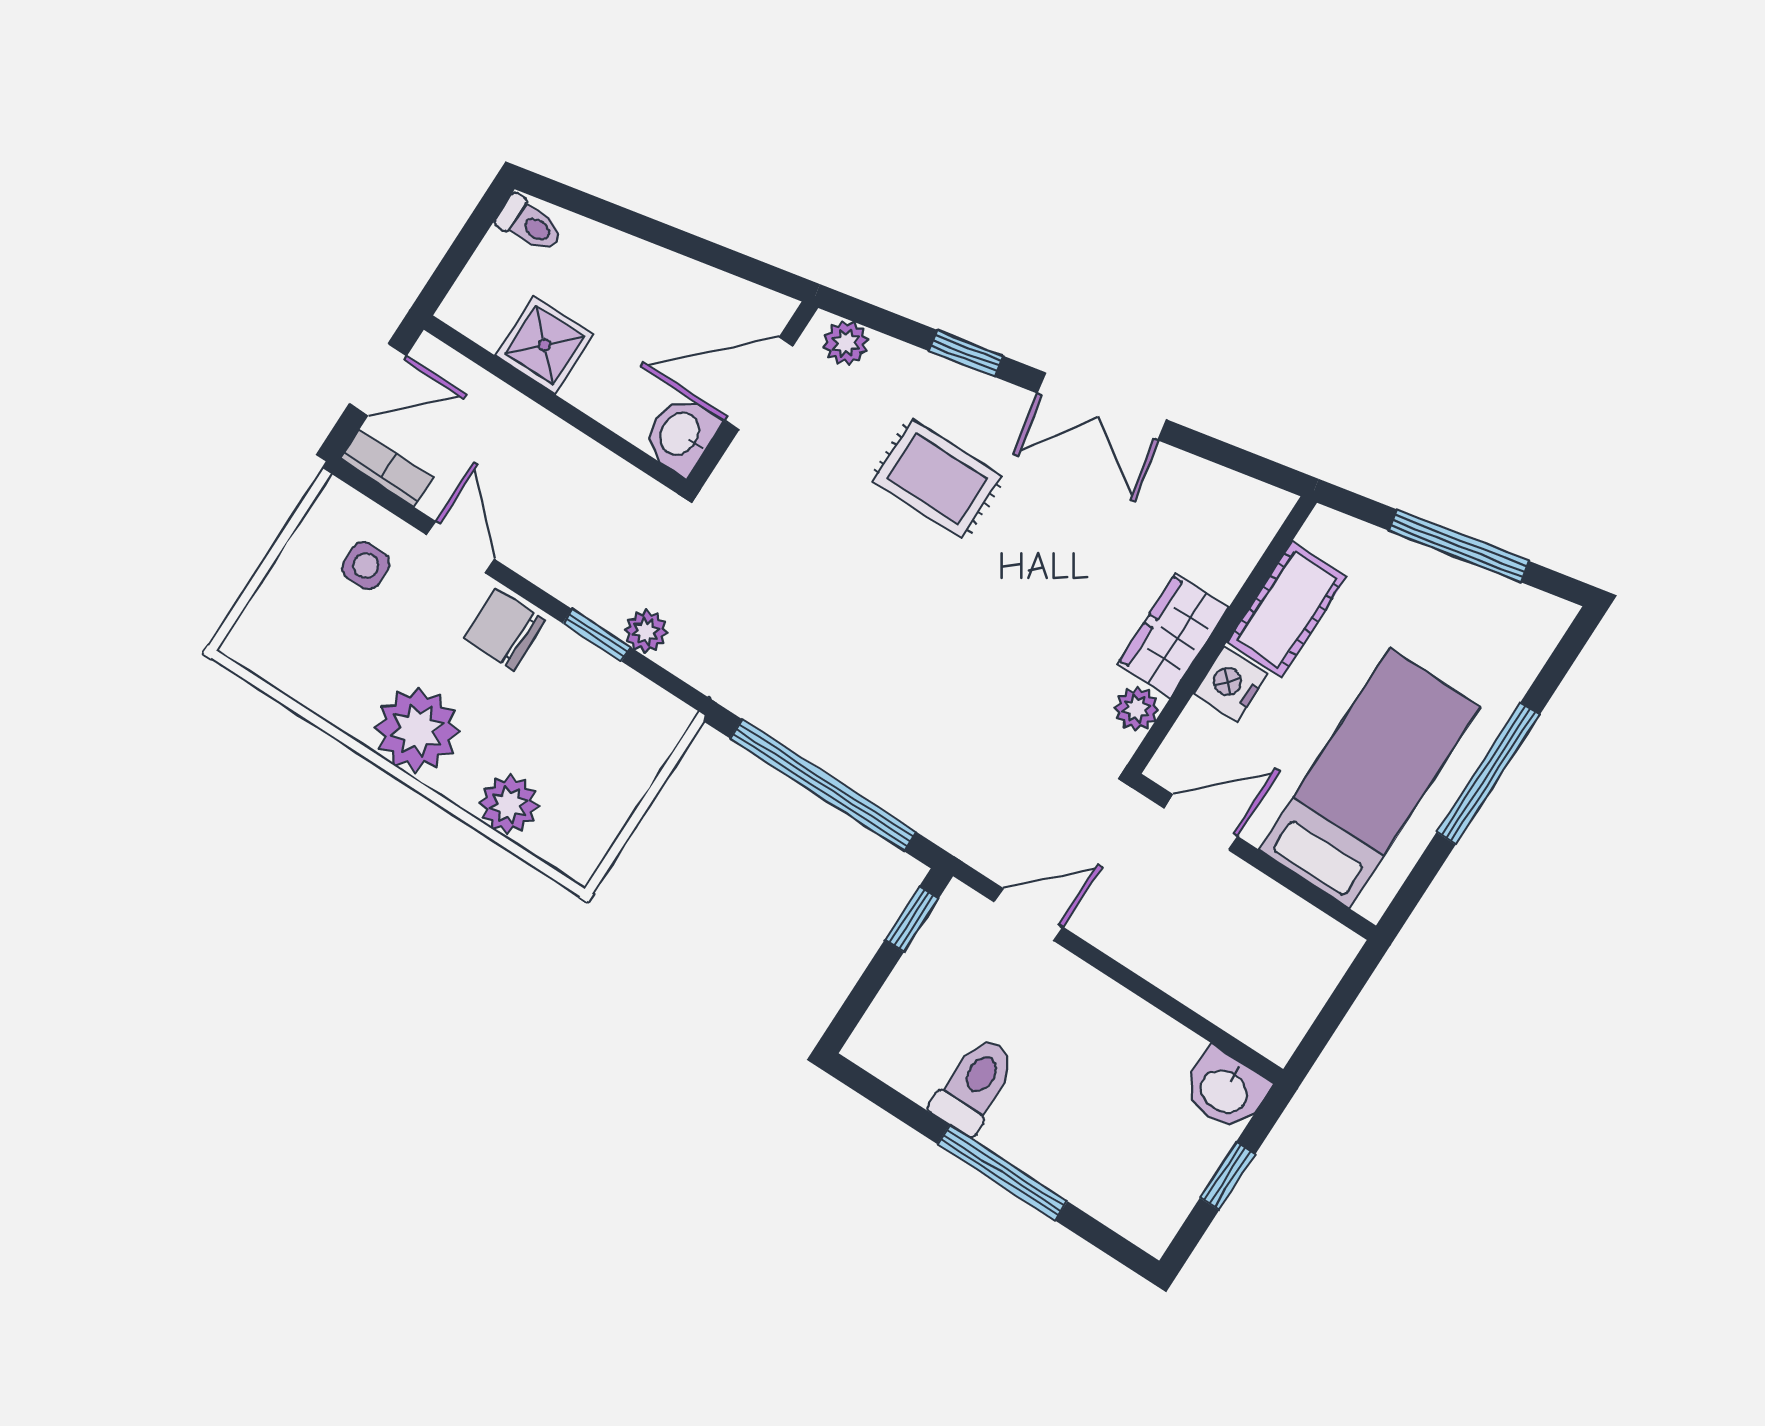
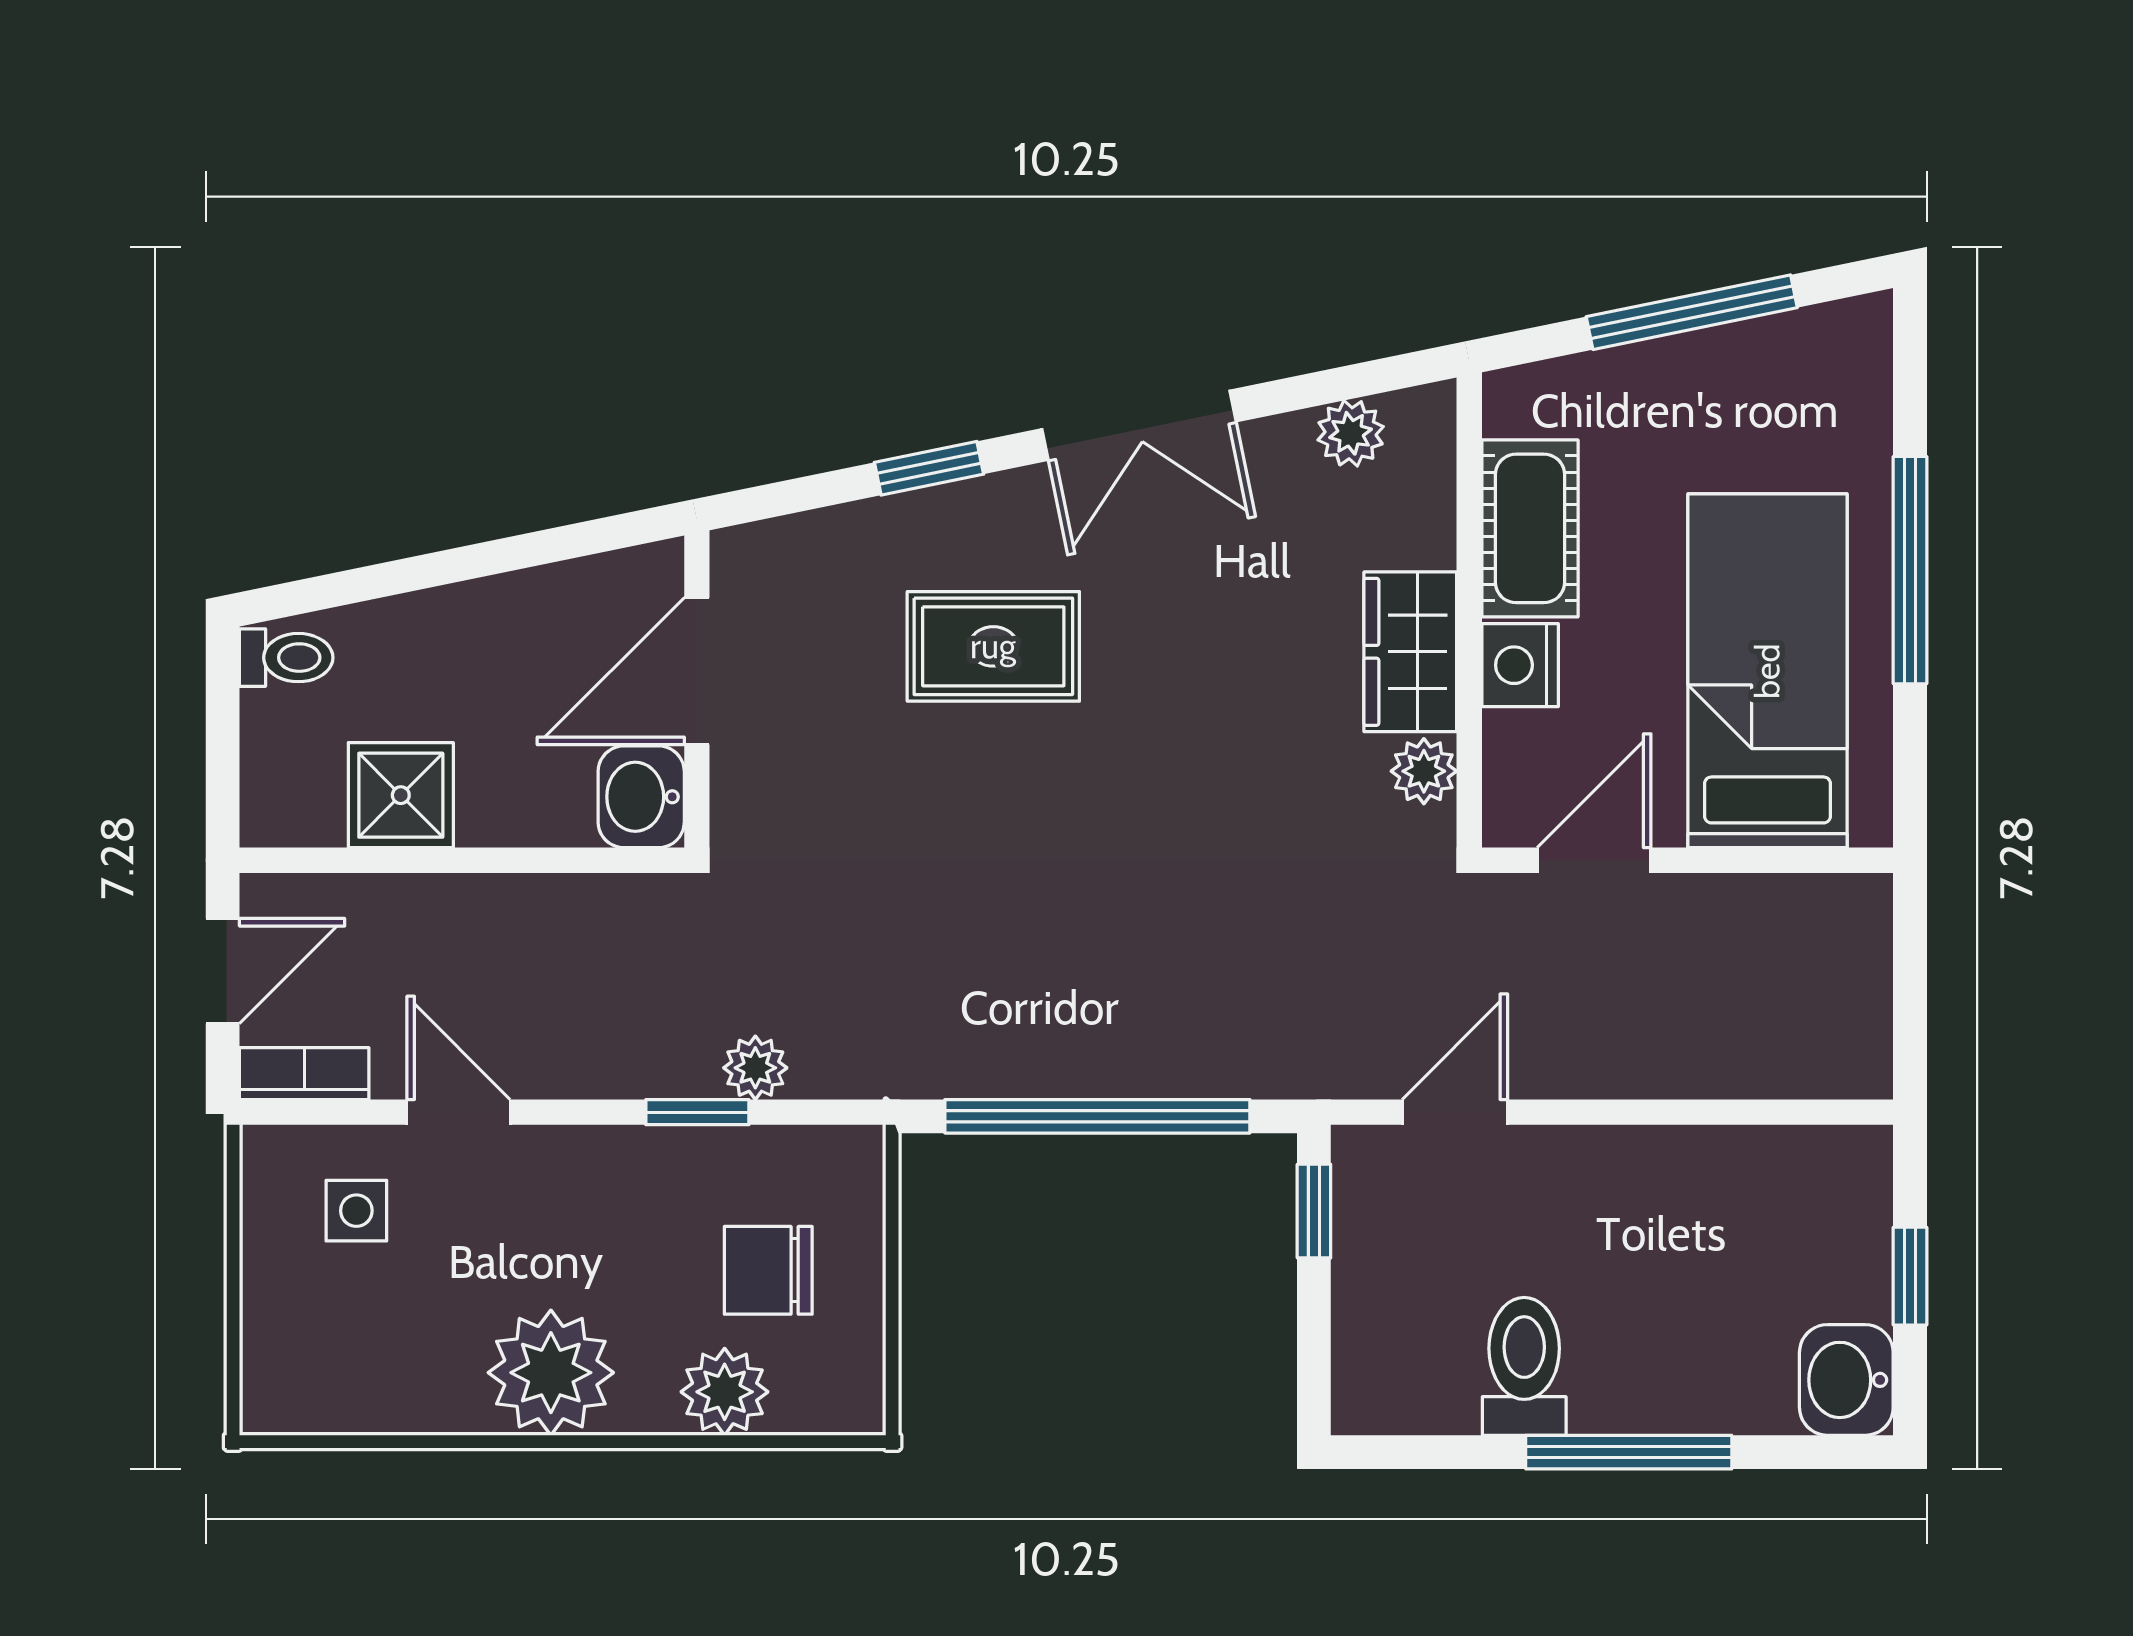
plant: (846, 343) -> (1351, 433), moved
chair: (505, 630) -> (768, 1270), moved
washbasin: (1225, 1090) -> (1846, 1380), moved, turned 90

